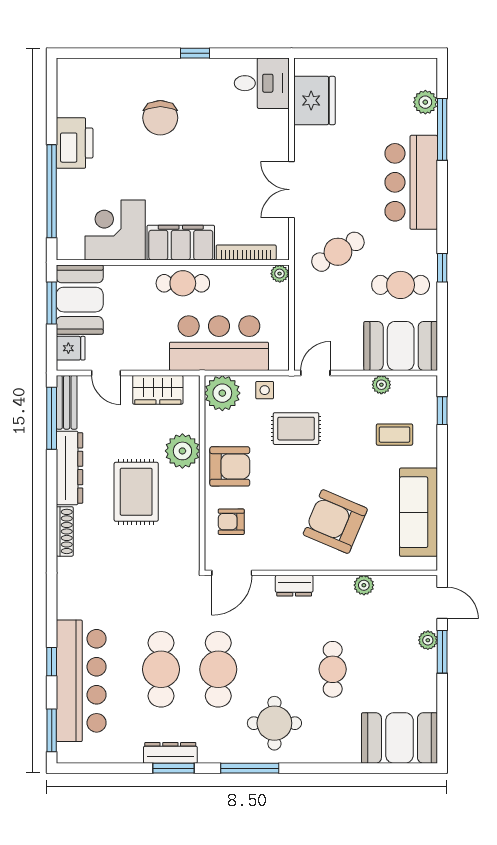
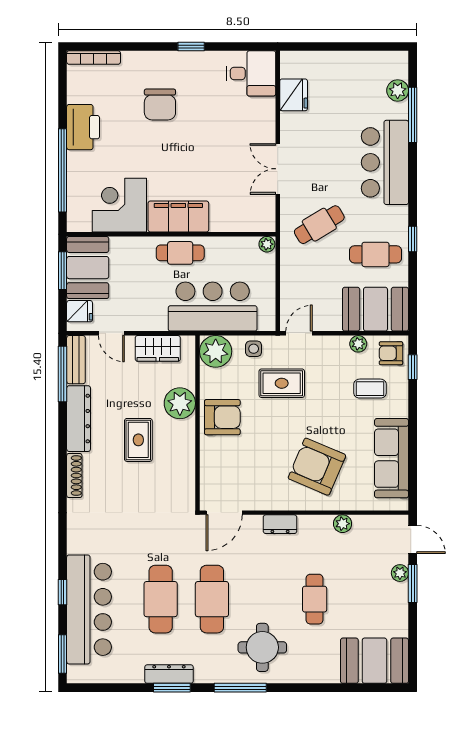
fridge: (314, 100) -> (294, 95), width x0.73, depth x0.75
bookcase: (246, 252) -> (94, 58), moved, turned 180
rug: (136, 492) -> (138, 440), width x0.73, depth x0.70
armchair: (231, 522) -> (391, 353), moved

